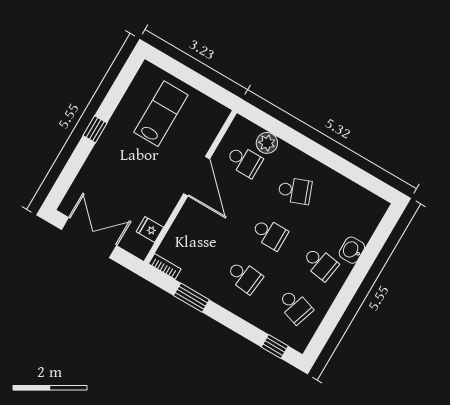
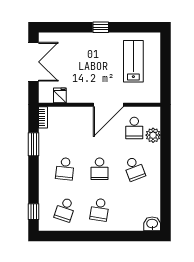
lab bench: (161, 114) -> (133, 61), turned -90
washbasin: (352, 250) -> (152, 224), moved

